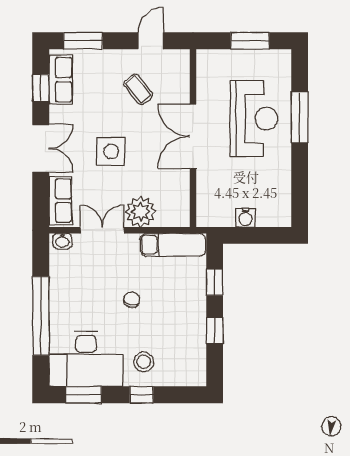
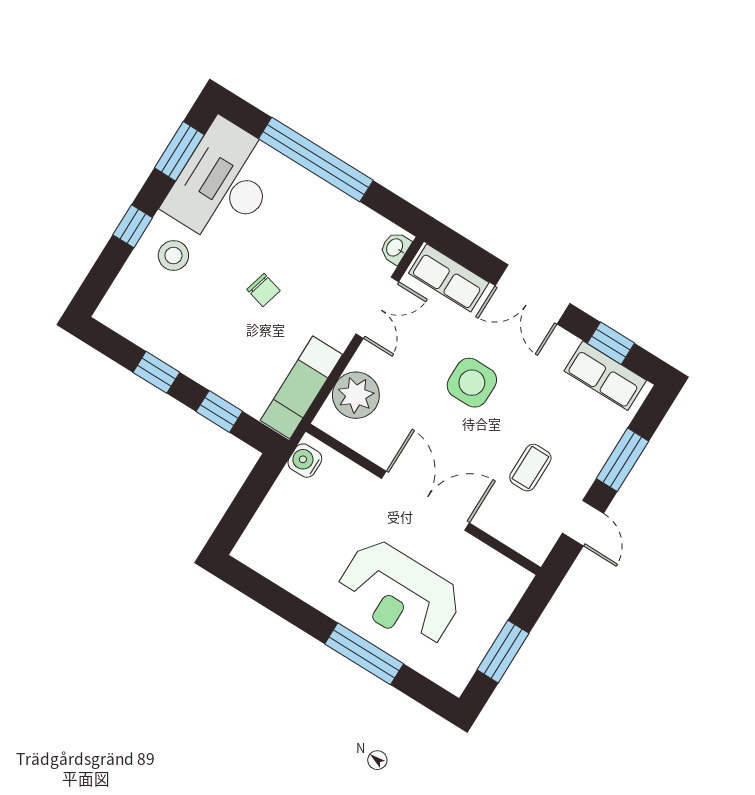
window: (83, 41) -> (622, 460), moved
coffee table: (138, 89) -> (530, 468), turned -52
plant: (141, 212) -> (356, 395), moved
water cooler: (245, 217) -> (305, 461), moved

